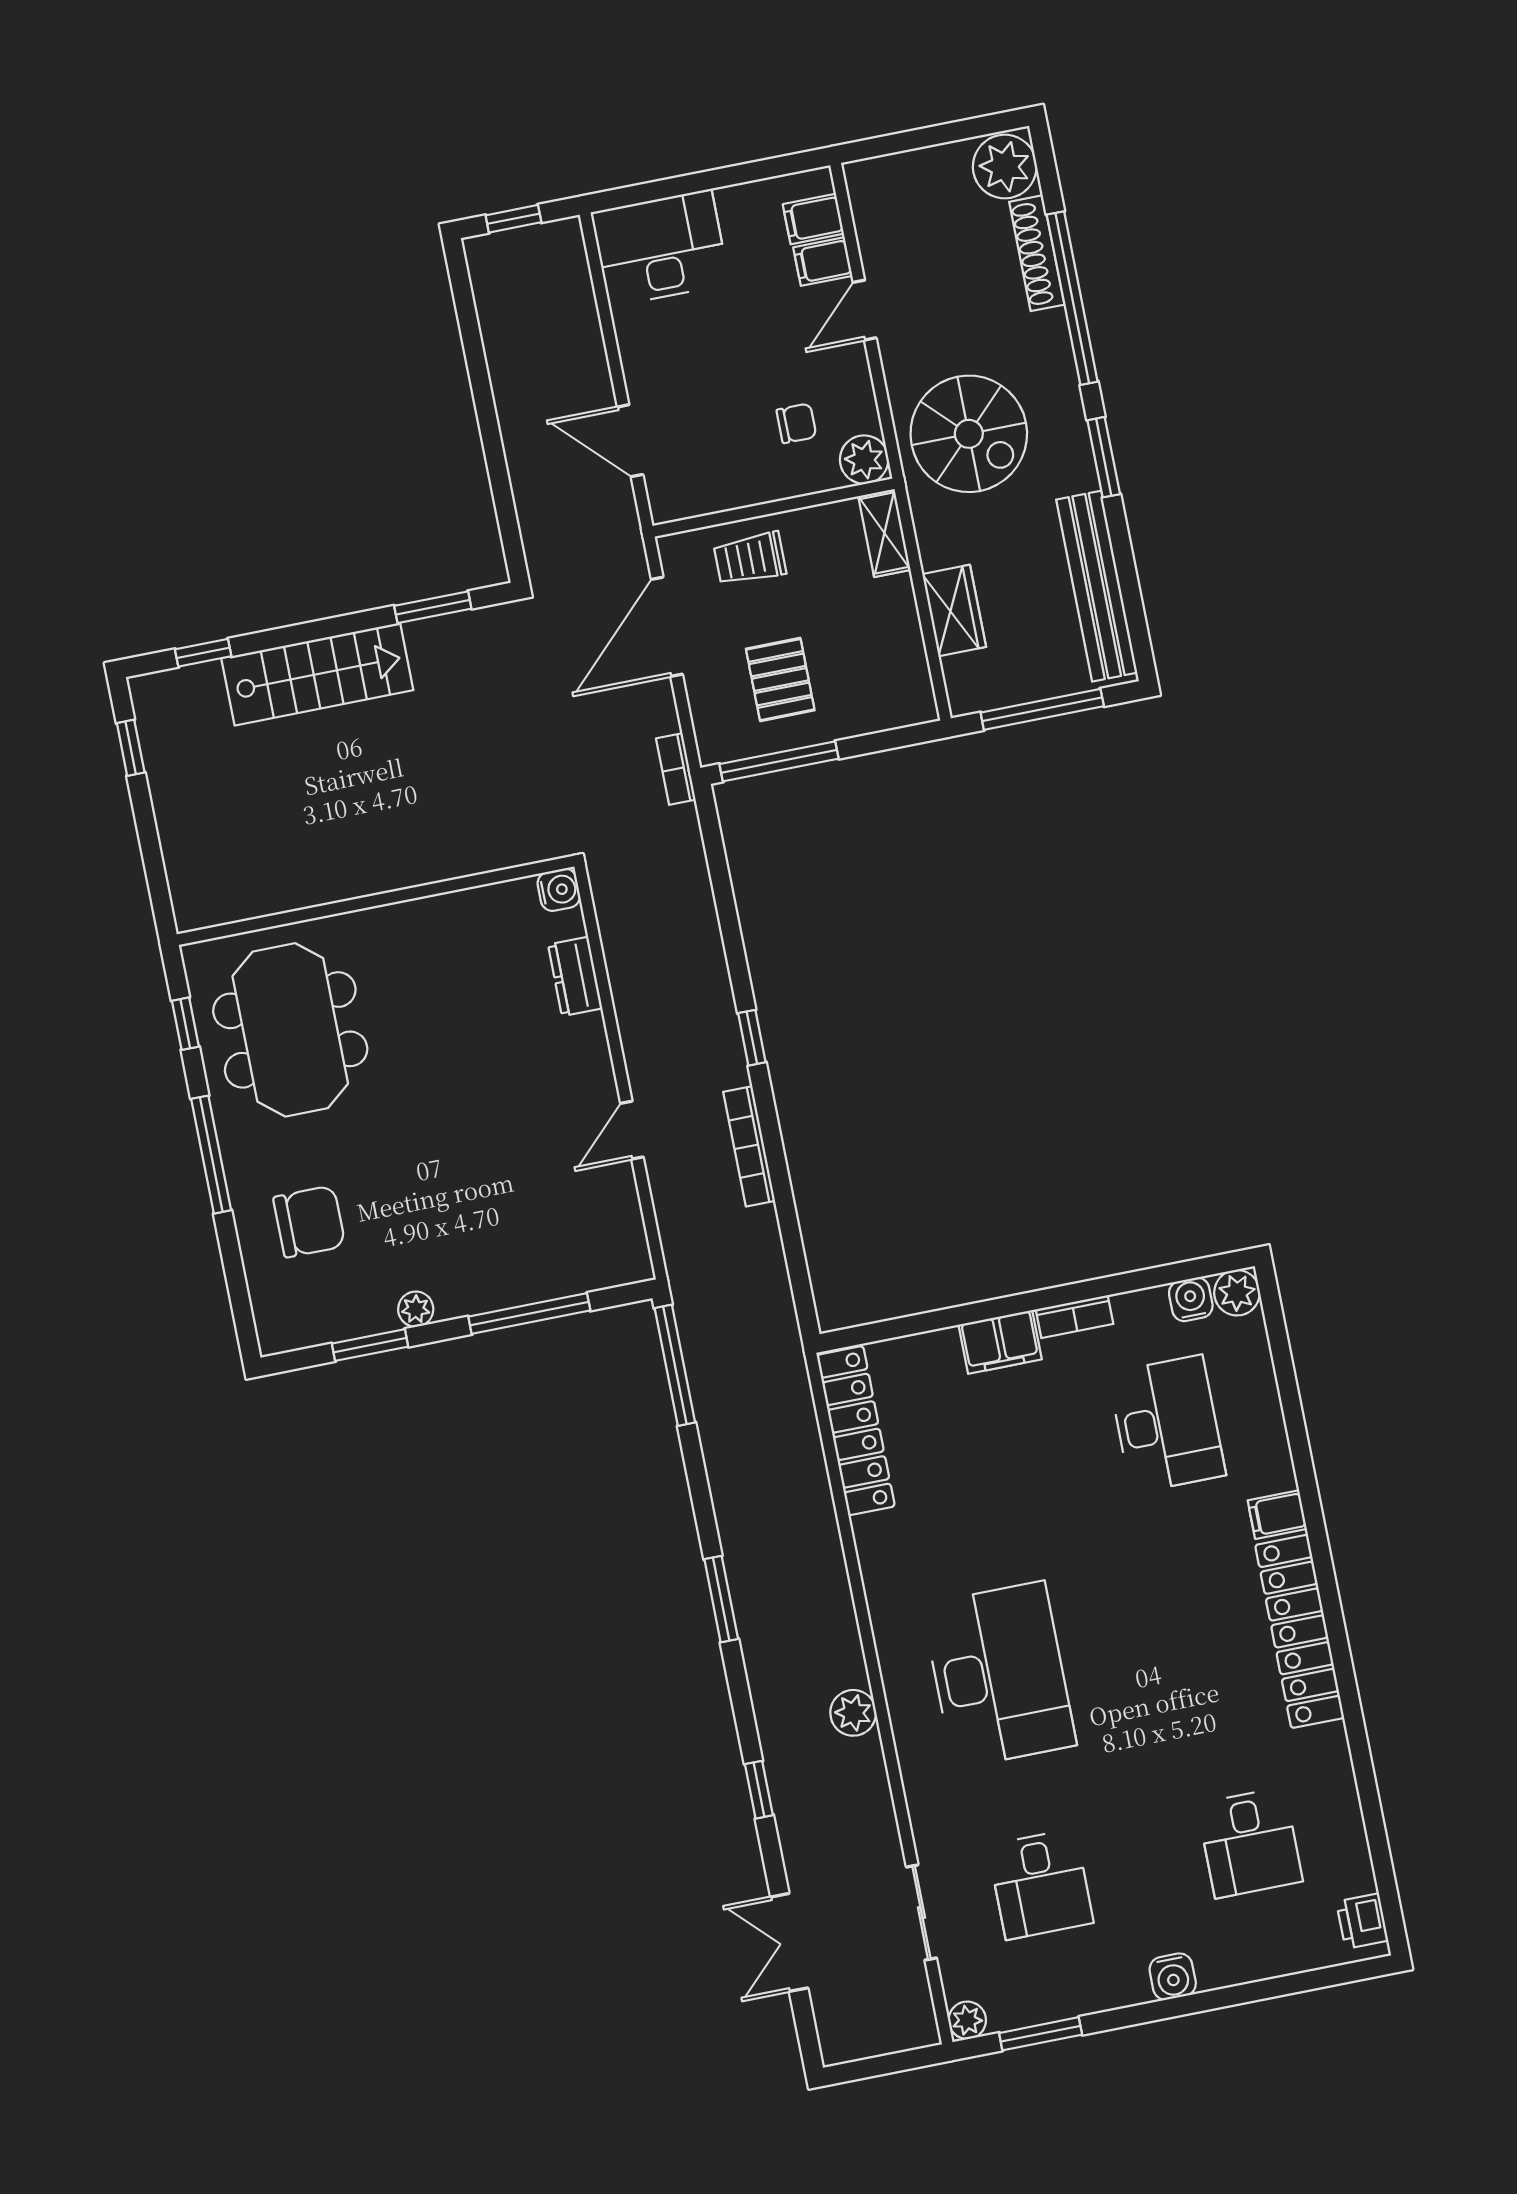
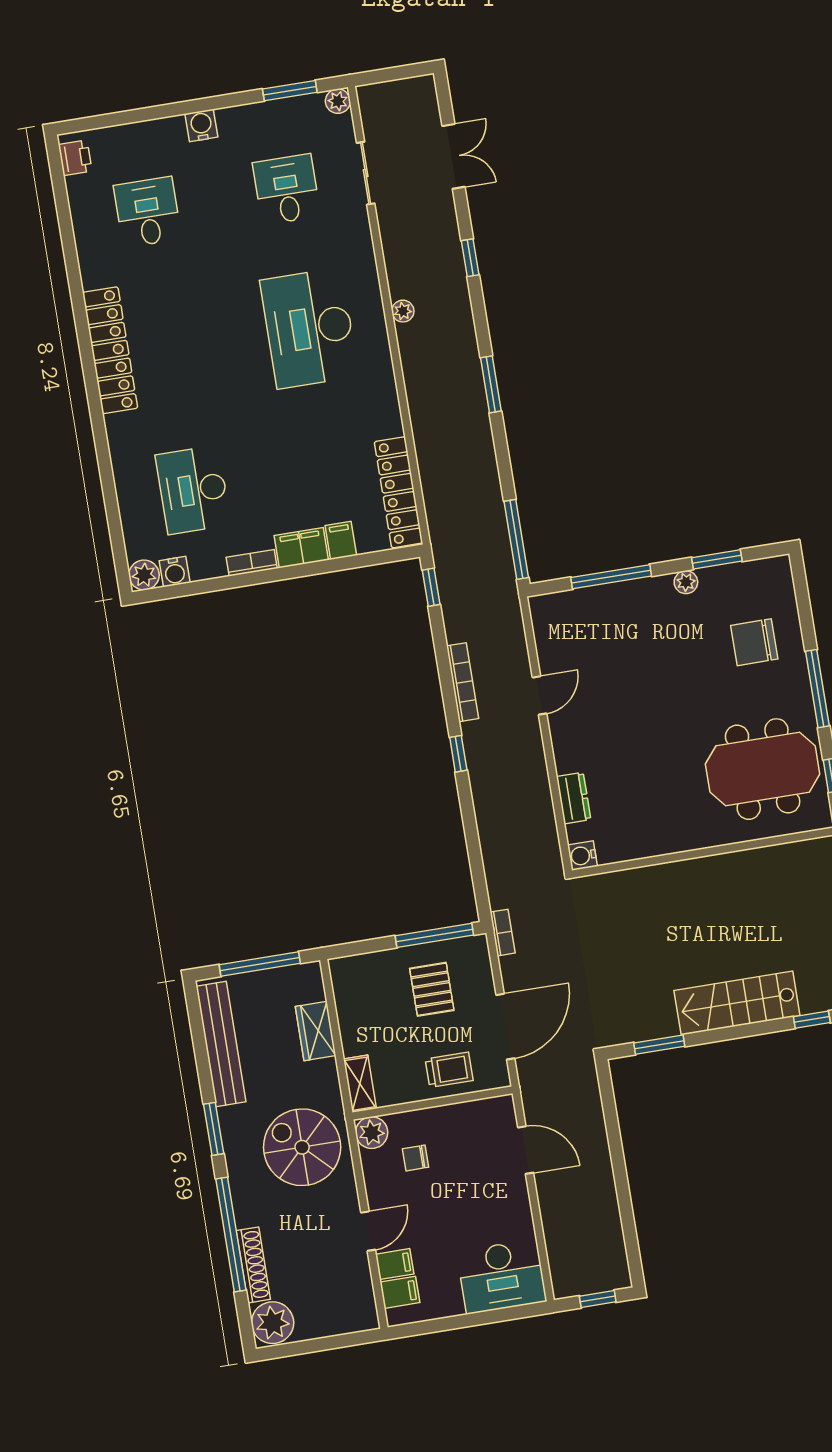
meeting table: (290, 1030) -> (763, 769), turned 90
window: (802, 1289) -> (431, 587), added
filing cabinet: (1277, 1515) -> (341, 540), moved, turned -90
plant: (853, 1713) -> (403, 311), width x0.73, depth x0.73

